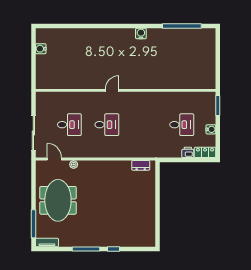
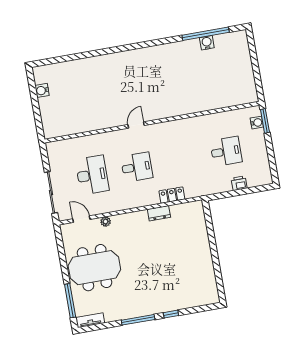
water cooler: (141, 34) -> (207, 43), moved
desk: (69, 125) -> (92, 175), width x1.37
water cooler: (211, 129) -> (257, 123), moved
locker: (205, 152) -> (172, 195), moved
dresser: (141, 165) -> (159, 213), moved
meeting table: (58, 200) -> (94, 268), turned 90

